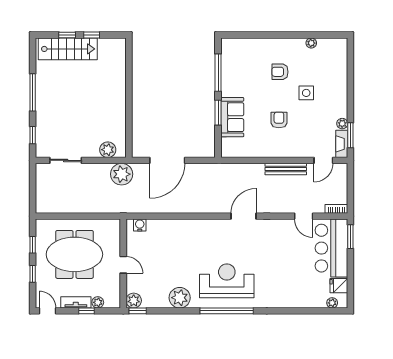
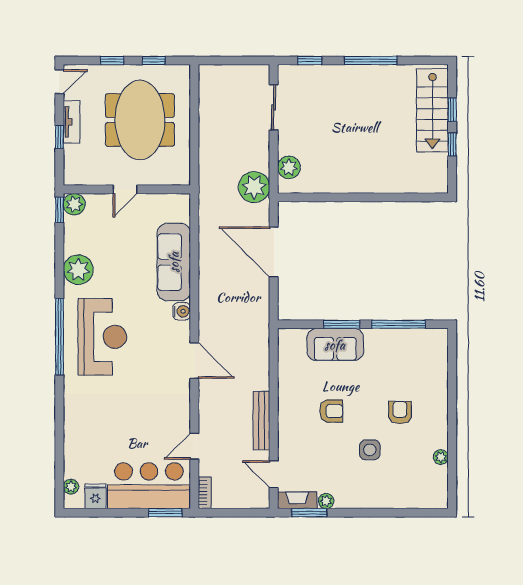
water cooler: (140, 225) -> (182, 311), moved
sofa: (174, 231) -> (174, 262), added
plant: (98, 302) -> (72, 153), removed

